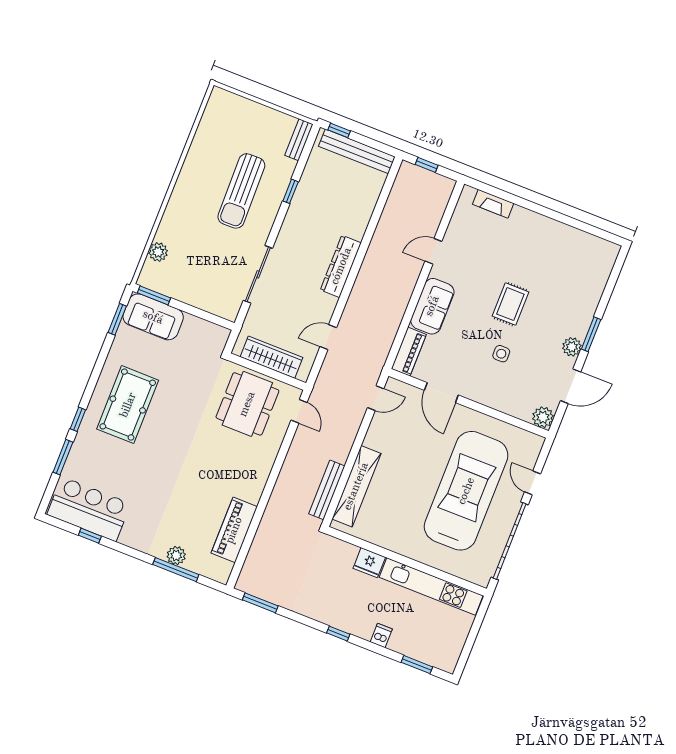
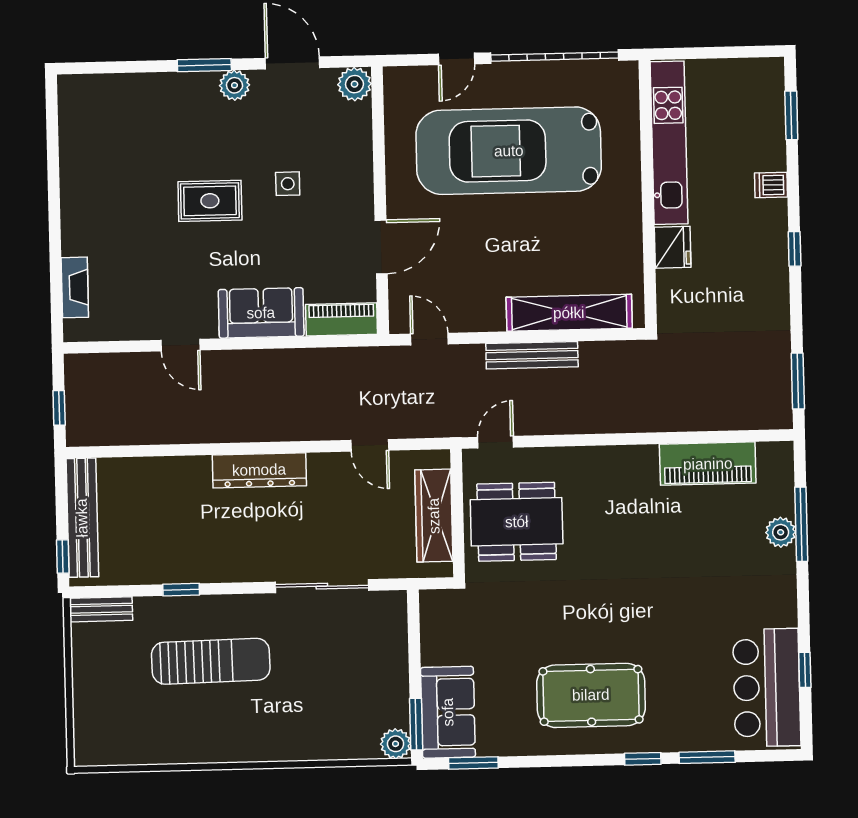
plant: (158, 252) -> (396, 744), moved
bench: (327, 490) -> (532, 355), moved

